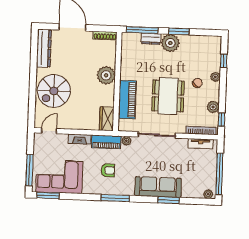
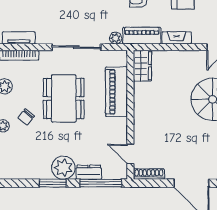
door: (119, 51) -> (130, 154), added
plant: (106, 75) -> (145, 122), removed

